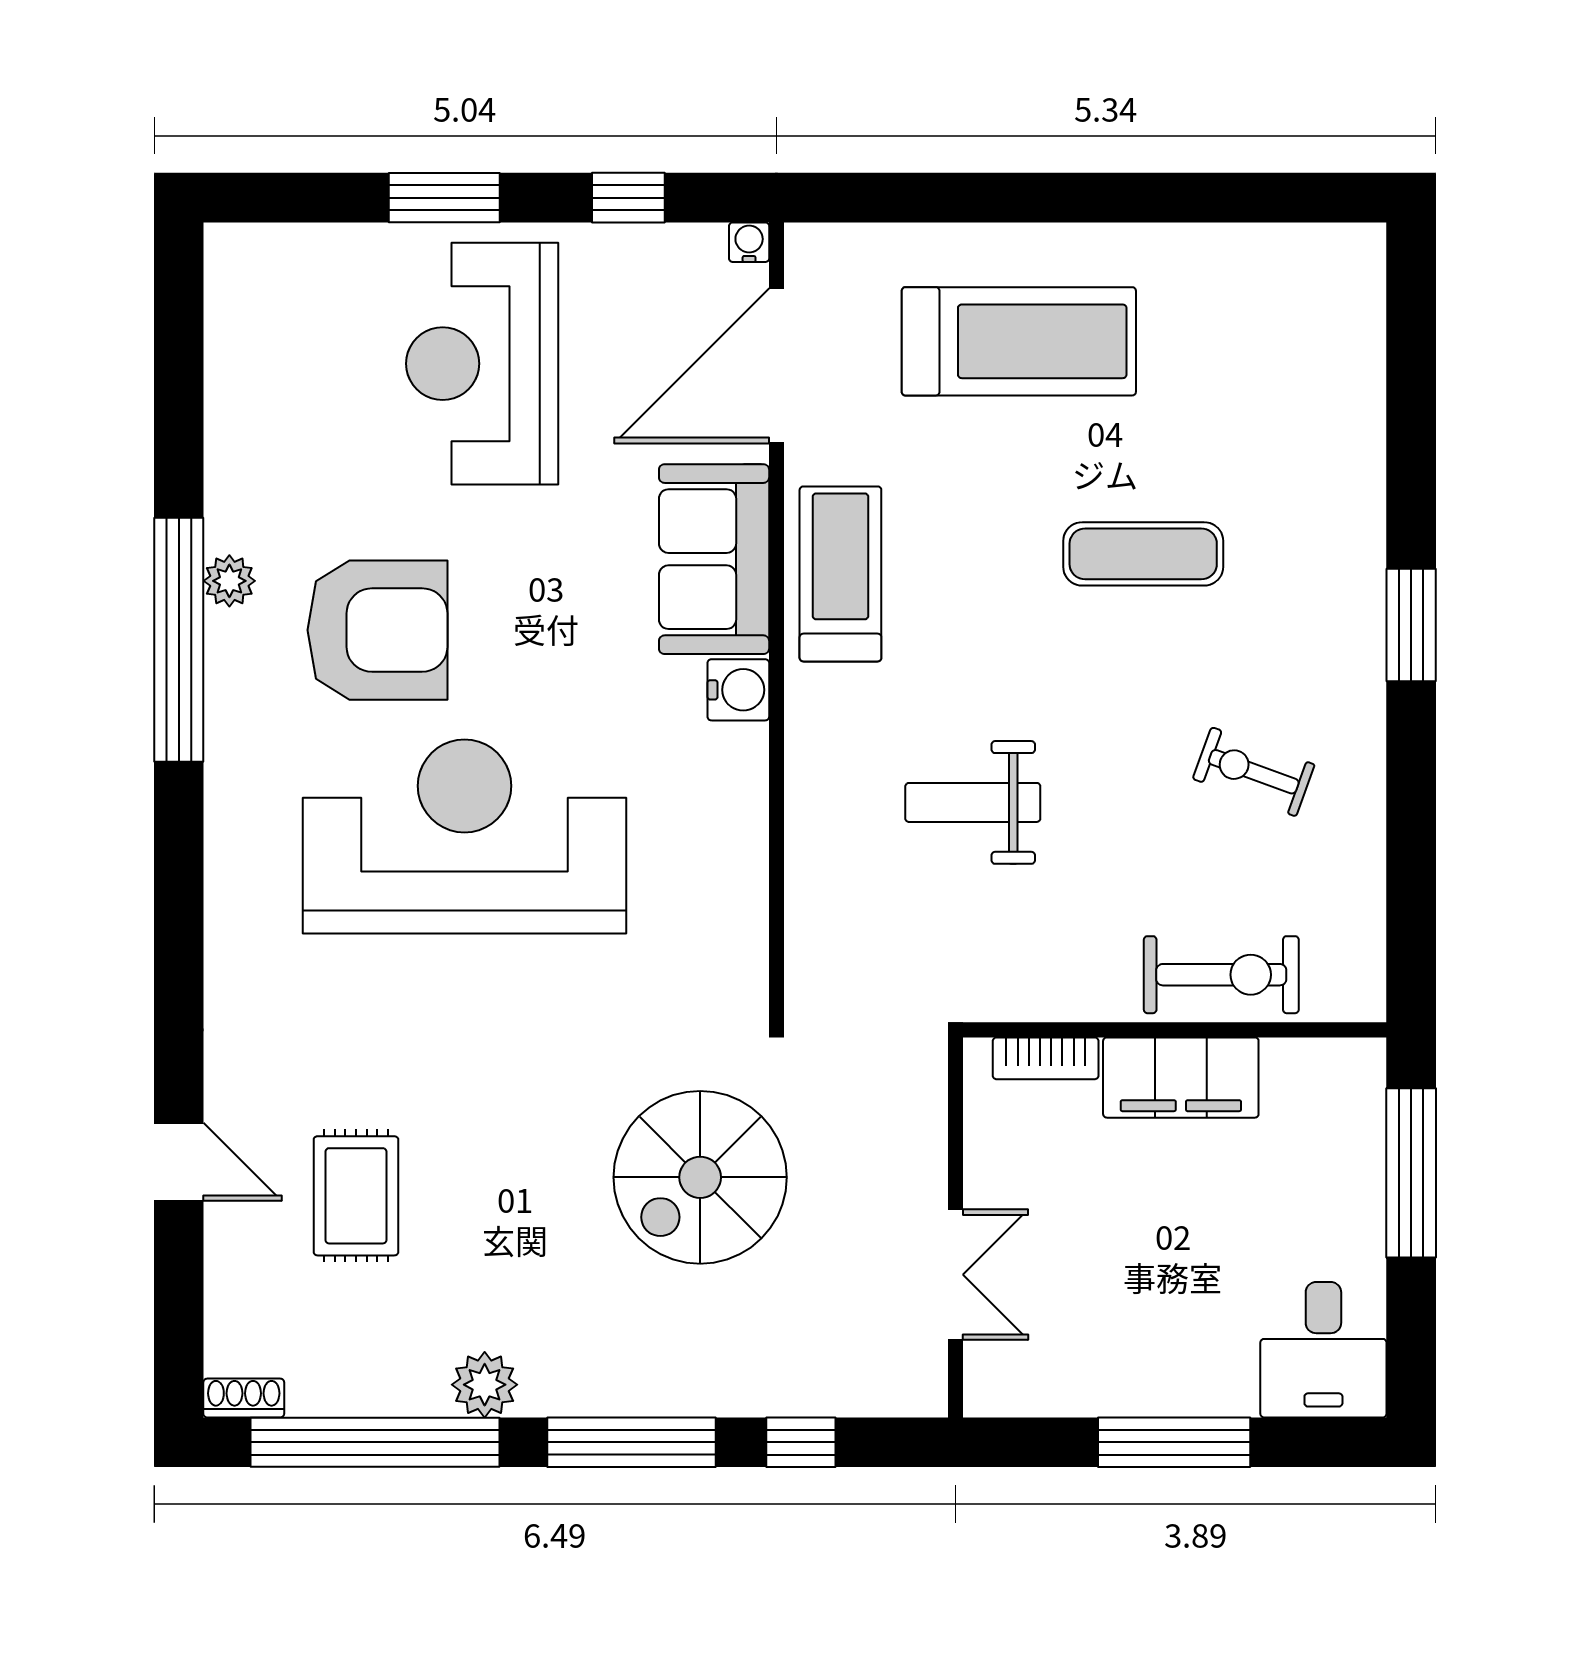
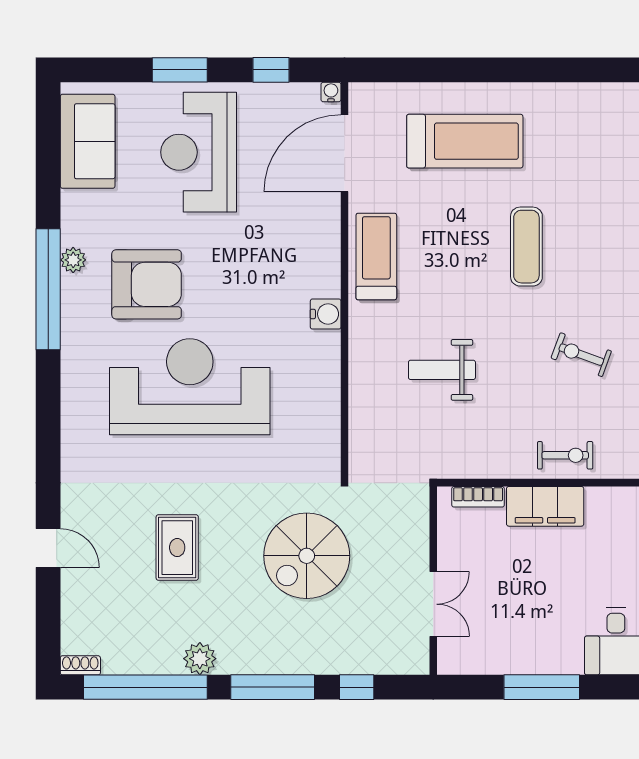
exercise mat: (1143, 554) -> (526, 247), turned 90
sofa: (714, 559) -> (88, 141), moved, turned 180
exercise bike: (1221, 975) -> (565, 455), width x0.73, depth x0.72
rug: (356, 1196) -> (177, 548), moved

